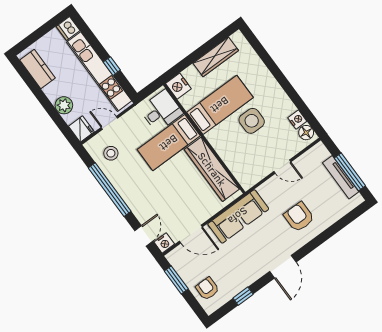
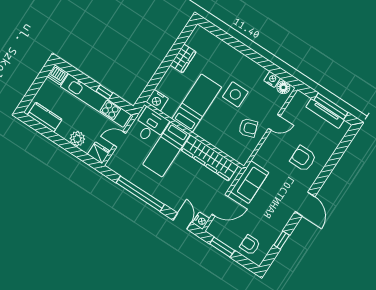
wardrobe: (216, 57) -> (183, 58), width x0.67
nightstand: (178, 86) -> (157, 100), moved
bed: (220, 105) -> (197, 103), moved
desk: (161, 111) -> (150, 126), moved
wall: (204, 139) -> (194, 135), moved
bed: (169, 143) -> (166, 149), moved
stool: (111, 153) -> (130, 164), removed
armchair: (252, 162) -> (248, 128), added
wardrobe: (212, 169) -> (210, 158), moved
sofa: (238, 216) -> (250, 182), width x0.73

